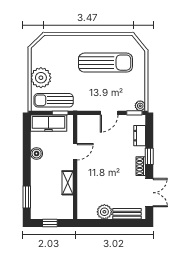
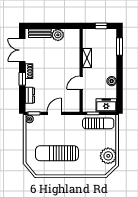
plant: (41, 78) -> (108, 156), moved
freezer: (49, 123) -> (106, 105), width x0.71

